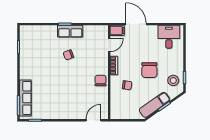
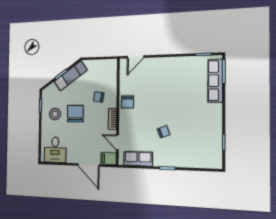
row of seats: (70, 31) -> (138, 159), moved
door: (109, 45) -> (118, 142), hinge flipped
stool: (173, 80) -> (55, 114), moved

